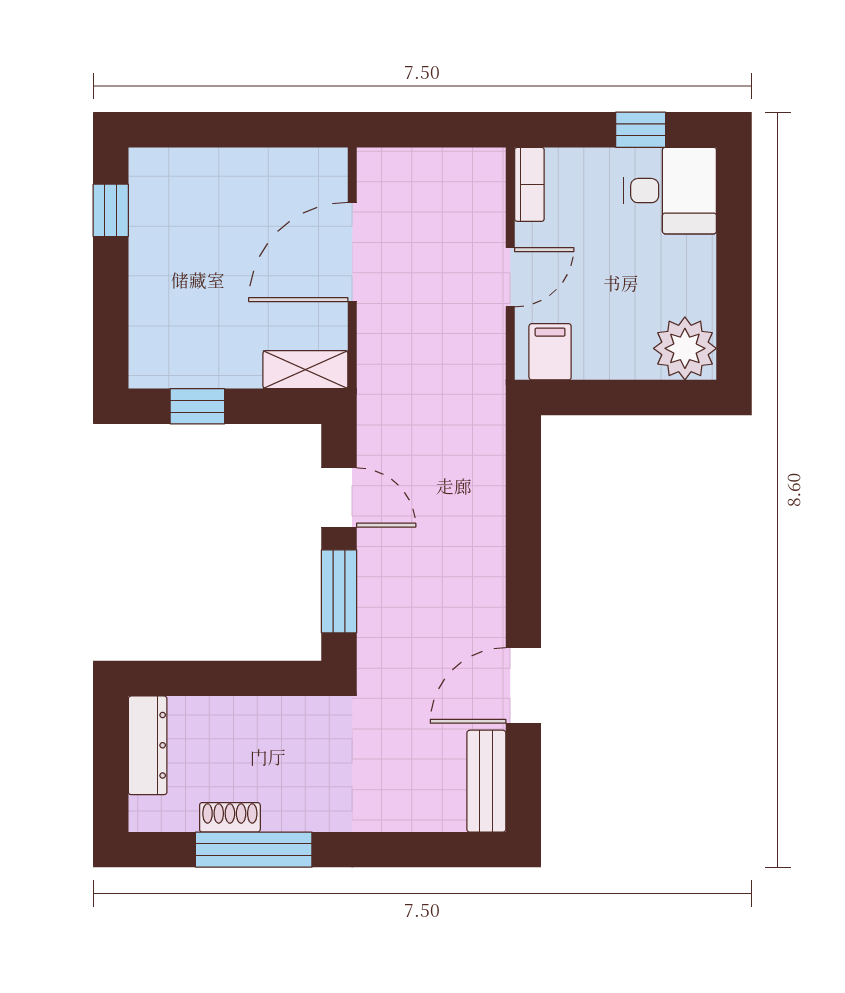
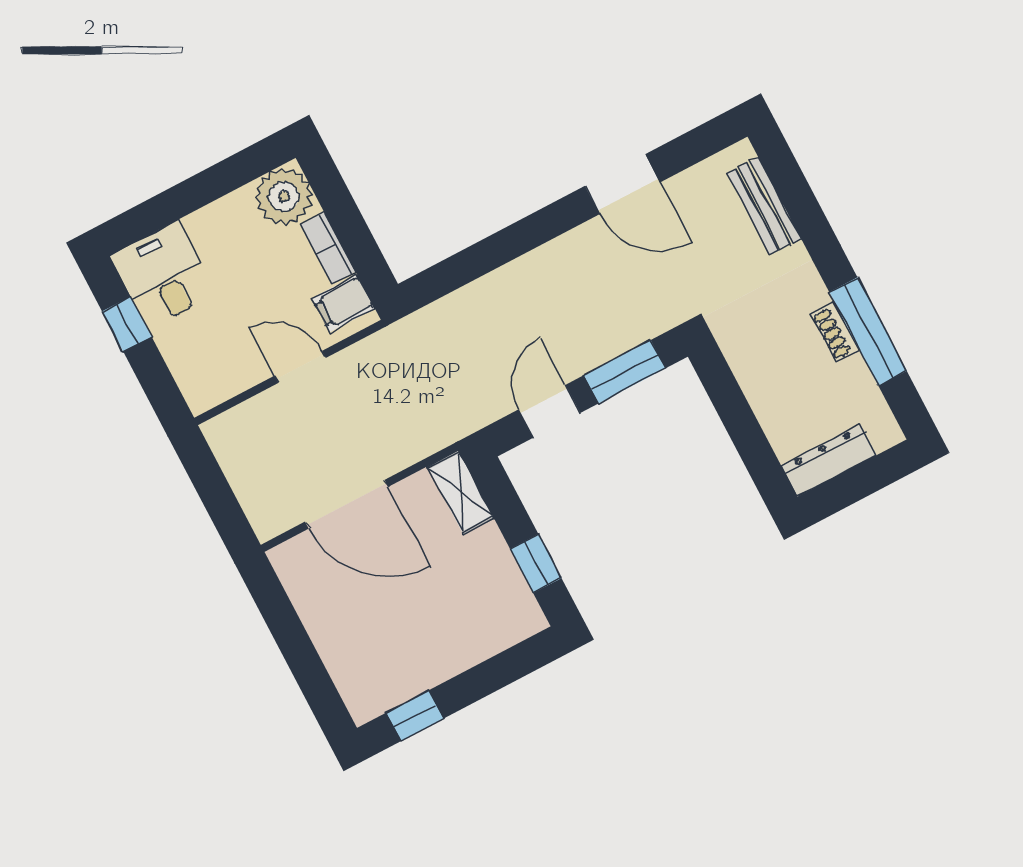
bookcase: (529, 184) -> (328, 248), moved, turned -90
bench: (486, 781) -> (764, 206), moved, turned 90
shoe rack: (230, 817) -> (835, 332), moved

